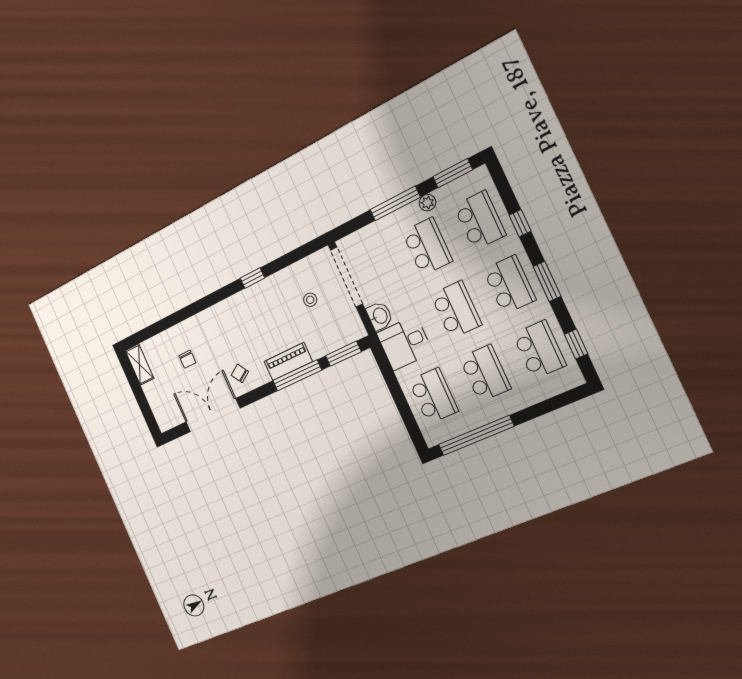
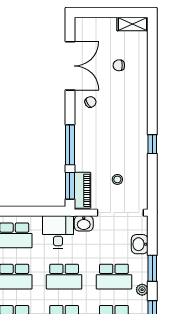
window: (395, 203) -> (152, 268), width x0.69
washbasin: (373, 234) -> (140, 244), added
piano: (288, 362) -> (82, 190), moved

